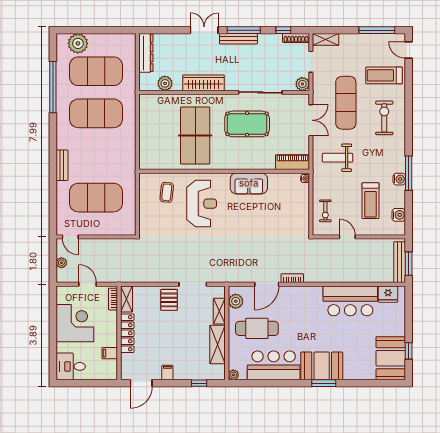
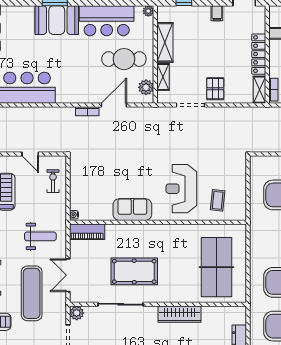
plant: (165, 83) -> (219, 314), removed
table tennis table: (195, 136) -> (217, 267), moved

